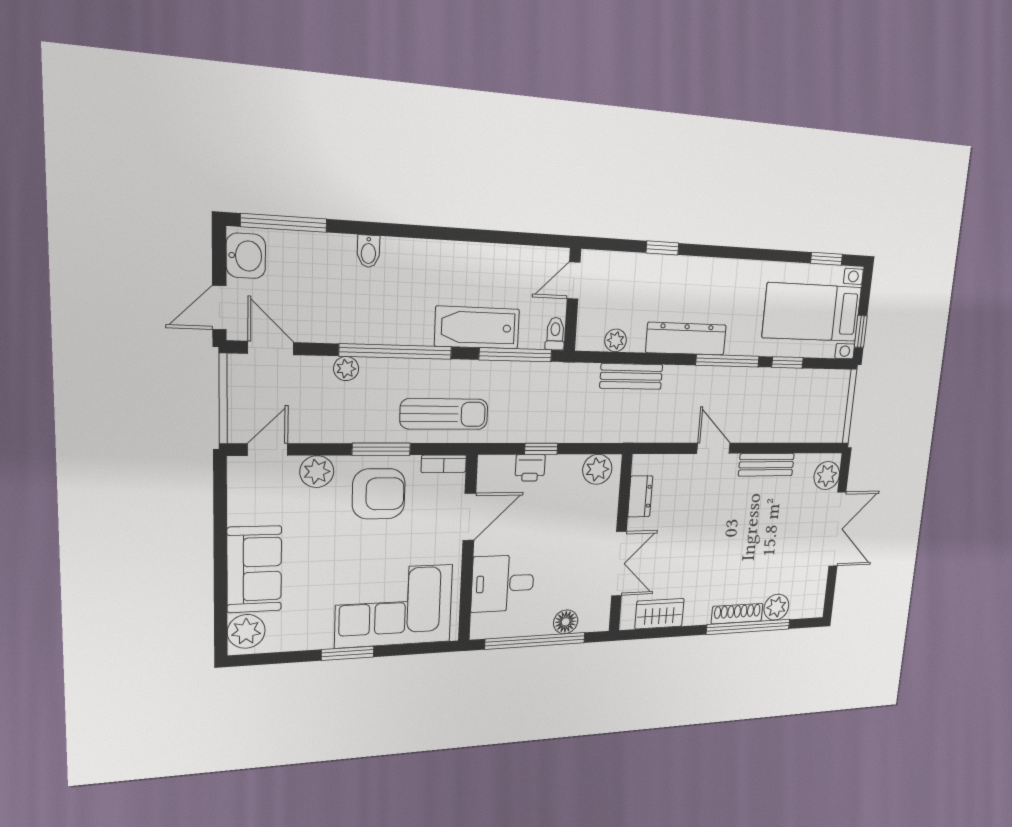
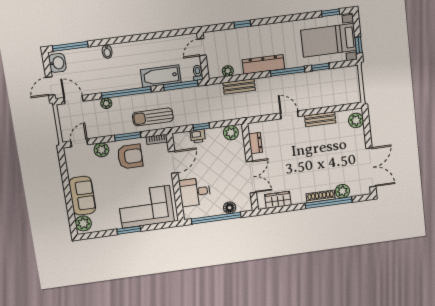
sun lounger: (444, 414) -> (153, 117), turned 180
double door: (837, 529) -> (371, 167), moved

